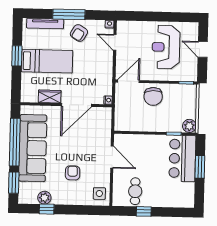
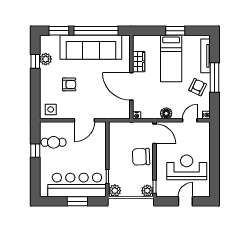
armchair: (79, 33) -> (198, 87), turned 84
floor lamp: (107, 68) -> (166, 113), added
plant: (190, 91) -> (147, 191), added
bar counter: (182, 158) -> (77, 185), width x1.36

